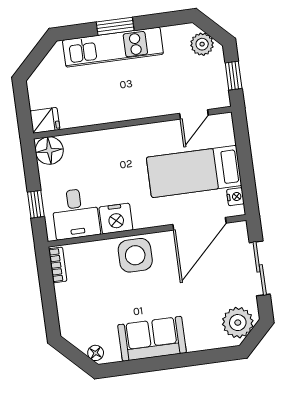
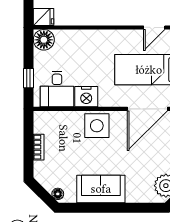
bookcase: (58, 265) -> (39, 147), moved

